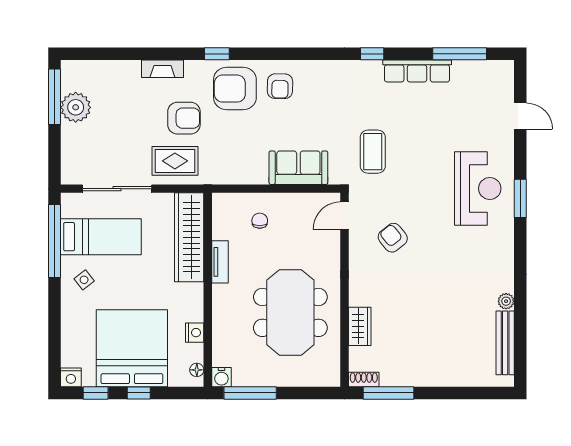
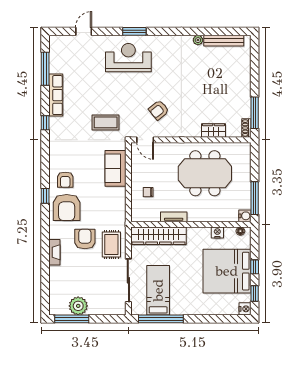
window: (217, 54) -> (45, 196), moved
armchair: (280, 86) -> (65, 180), turned 89
side table: (84, 280) -> (185, 301), removed

